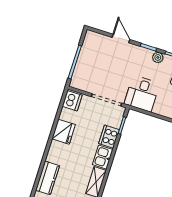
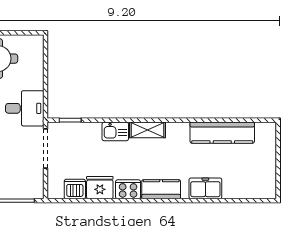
dishwasher: (72, 101) -> (75, 189), moved
cooker: (109, 137) -> (128, 189), moved, turned 180

